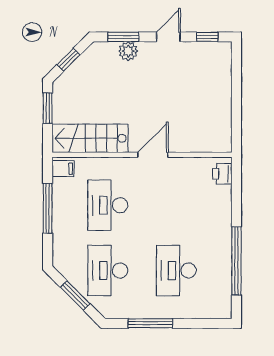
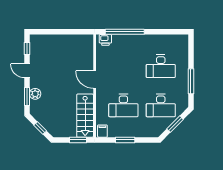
window: (48, 108) -> (78, 140), moved
window: (48, 208) -> (125, 140), width x0.69
window: (236, 261) -> (125, 32), moved

